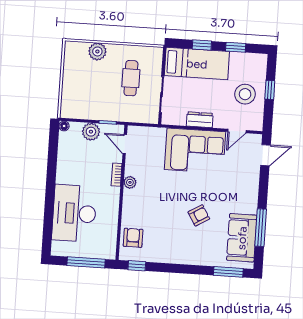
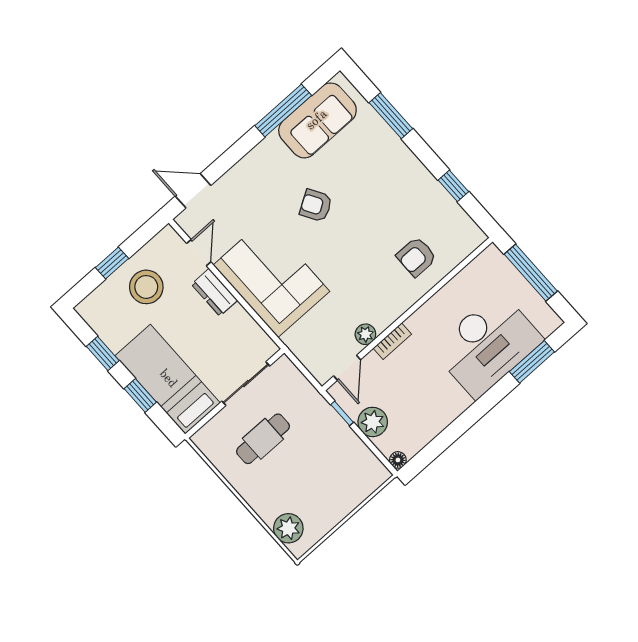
plant: (97, 51) -> (288, 528), moved
dresser: (200, 120) -> (214, 292), moved
door: (237, 131) -> (199, 253), hinge flipped
plant: (130, 182) -> (365, 334), moved
armchair: (199, 215) -> (316, 205), moved
window: (48, 225) -> (532, 362), added
armchair: (133, 238) -> (416, 257), moved
window: (137, 266) -> (453, 186), moved
window: (228, 272) -> (391, 116), moved

